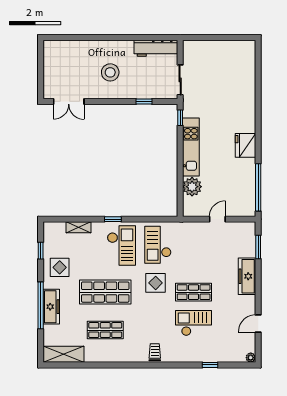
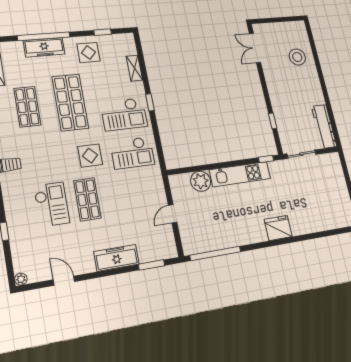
stool: (110, 72) -> (297, 57), moved
fridge: (245, 145) -> (278, 228), moved
door: (217, 219) -> (173, 214), swing flipped
checkout: (158, 245) -> (132, 153), turned 180

